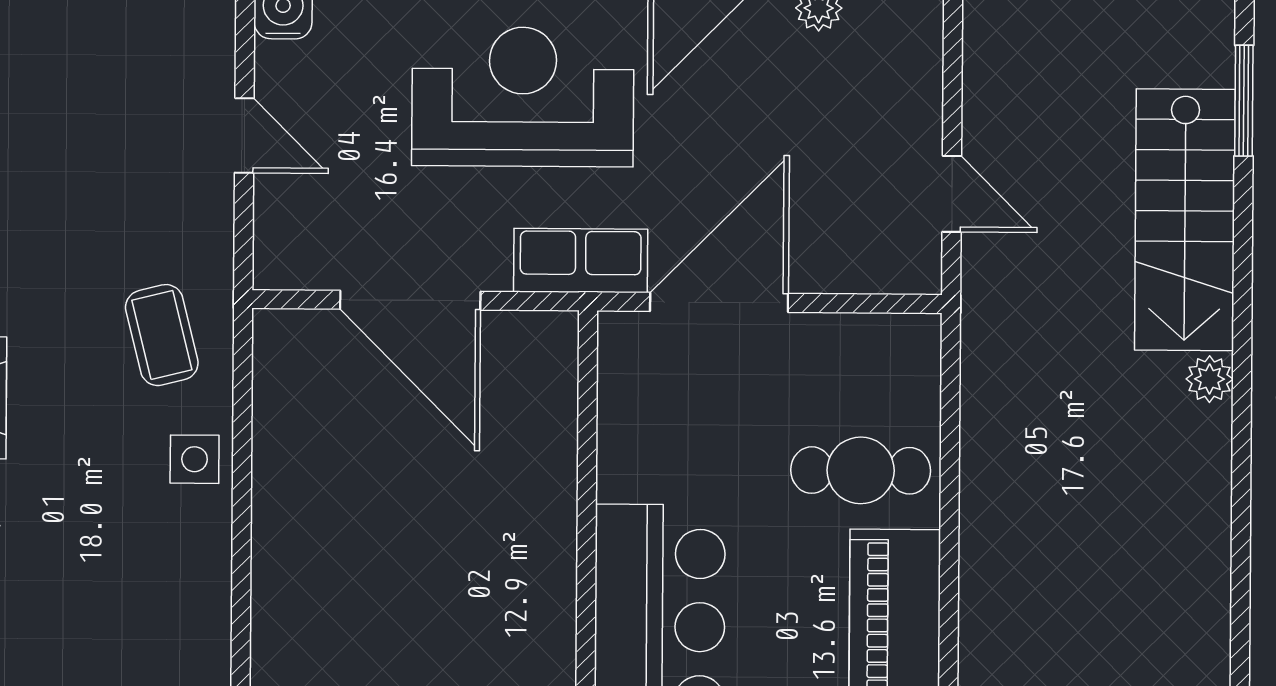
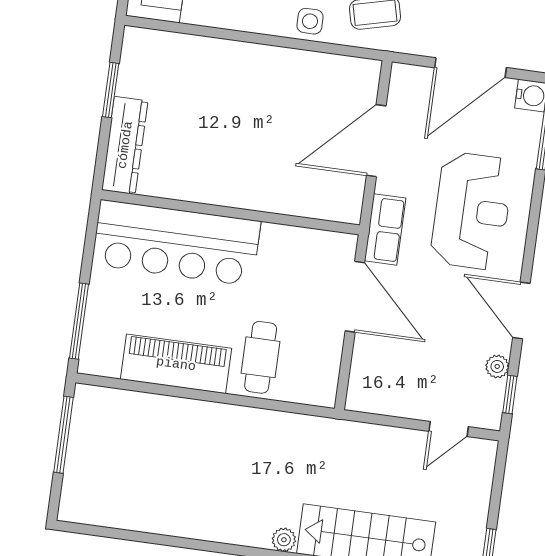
door: (244, 135) -> (470, 68), width x1.87
door: (952, 194) -> (449, 429), moved

